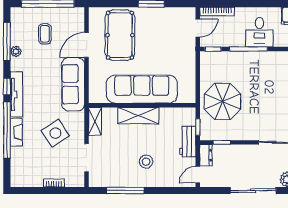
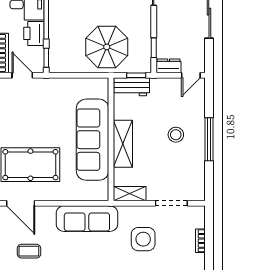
printer: (234, 38) -> (34, 33), added
door: (87, 45) -> (21, 203), moved
side table: (55, 133) -> (143, 239), turned 33
workbench: (188, 142) -> (132, 87), moved
door: (198, 175) -> (191, 75), hinge flipped
window: (125, 190) -> (209, 139), moved

